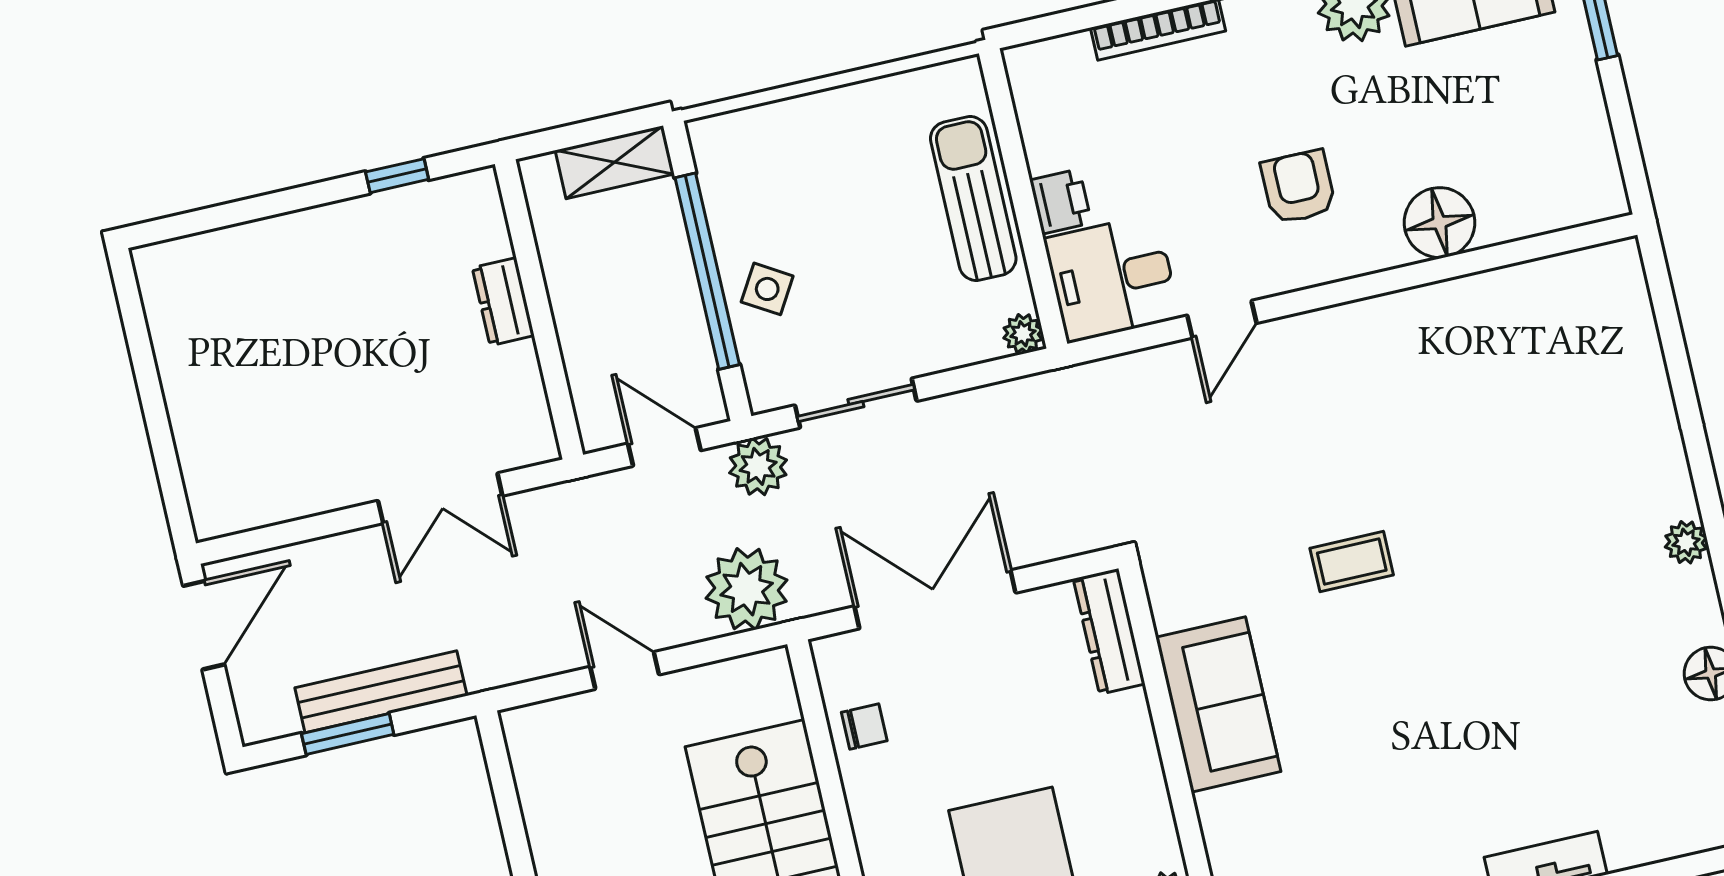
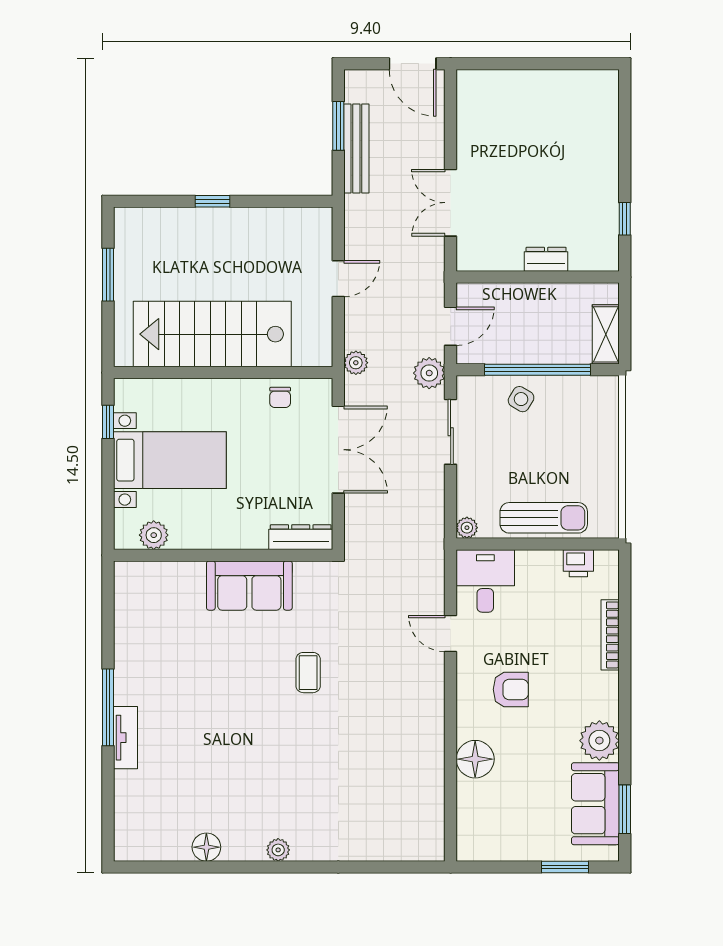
printer: (1061, 201) -> (578, 563), moved
plant: (747, 589) -> (356, 363), width x0.53, depth x0.53

